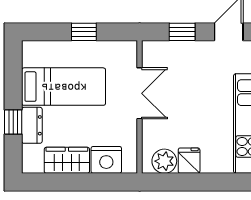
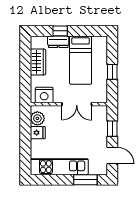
nightstand: (106, 160) -> (44, 95), moved, turned -90

